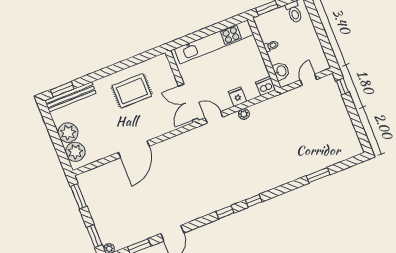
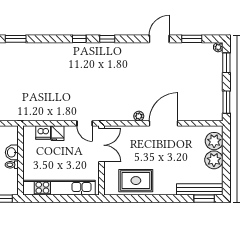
washbasin: (281, 71) -> (12, 152), moved
dishwasher: (266, 86) -> (43, 133), moved
rug: (132, 91) -> (136, 181), moved
plant: (244, 114) -> (139, 116), moved

